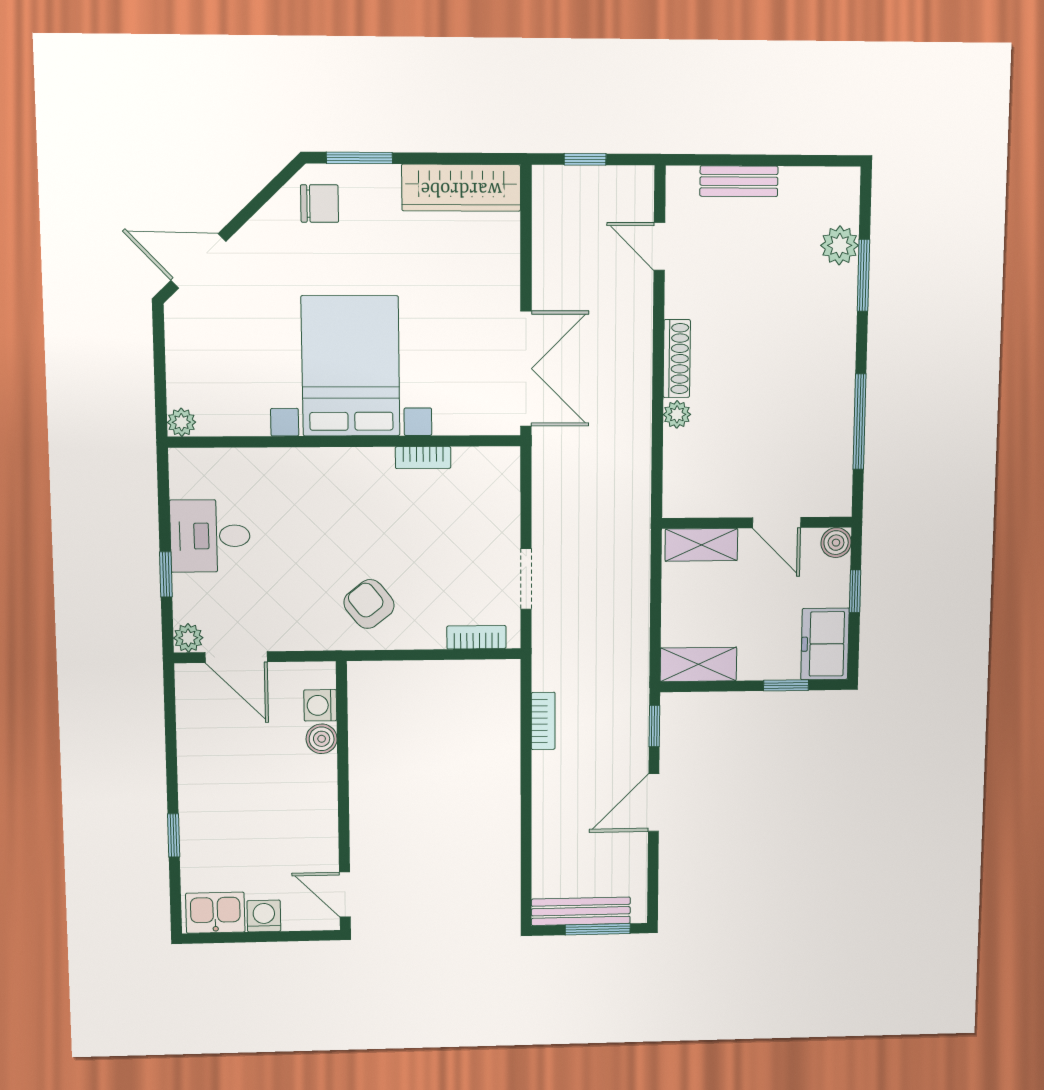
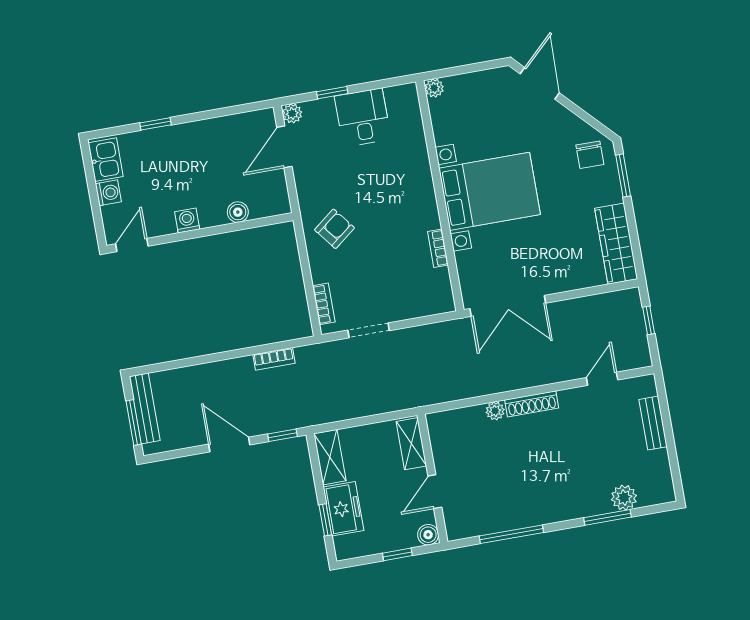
freezer: (825, 644) -> (343, 509), moved, turned 90
washing machine: (320, 705) -> (187, 221), moved

